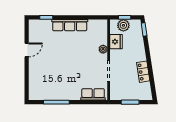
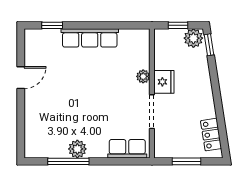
plant: (123, 25) -> (193, 38), moved
fridge: (116, 42) -> (164, 82), moved
locker: (143, 72) -> (211, 135), moved
plant: (62, 94) -> (77, 149), added

